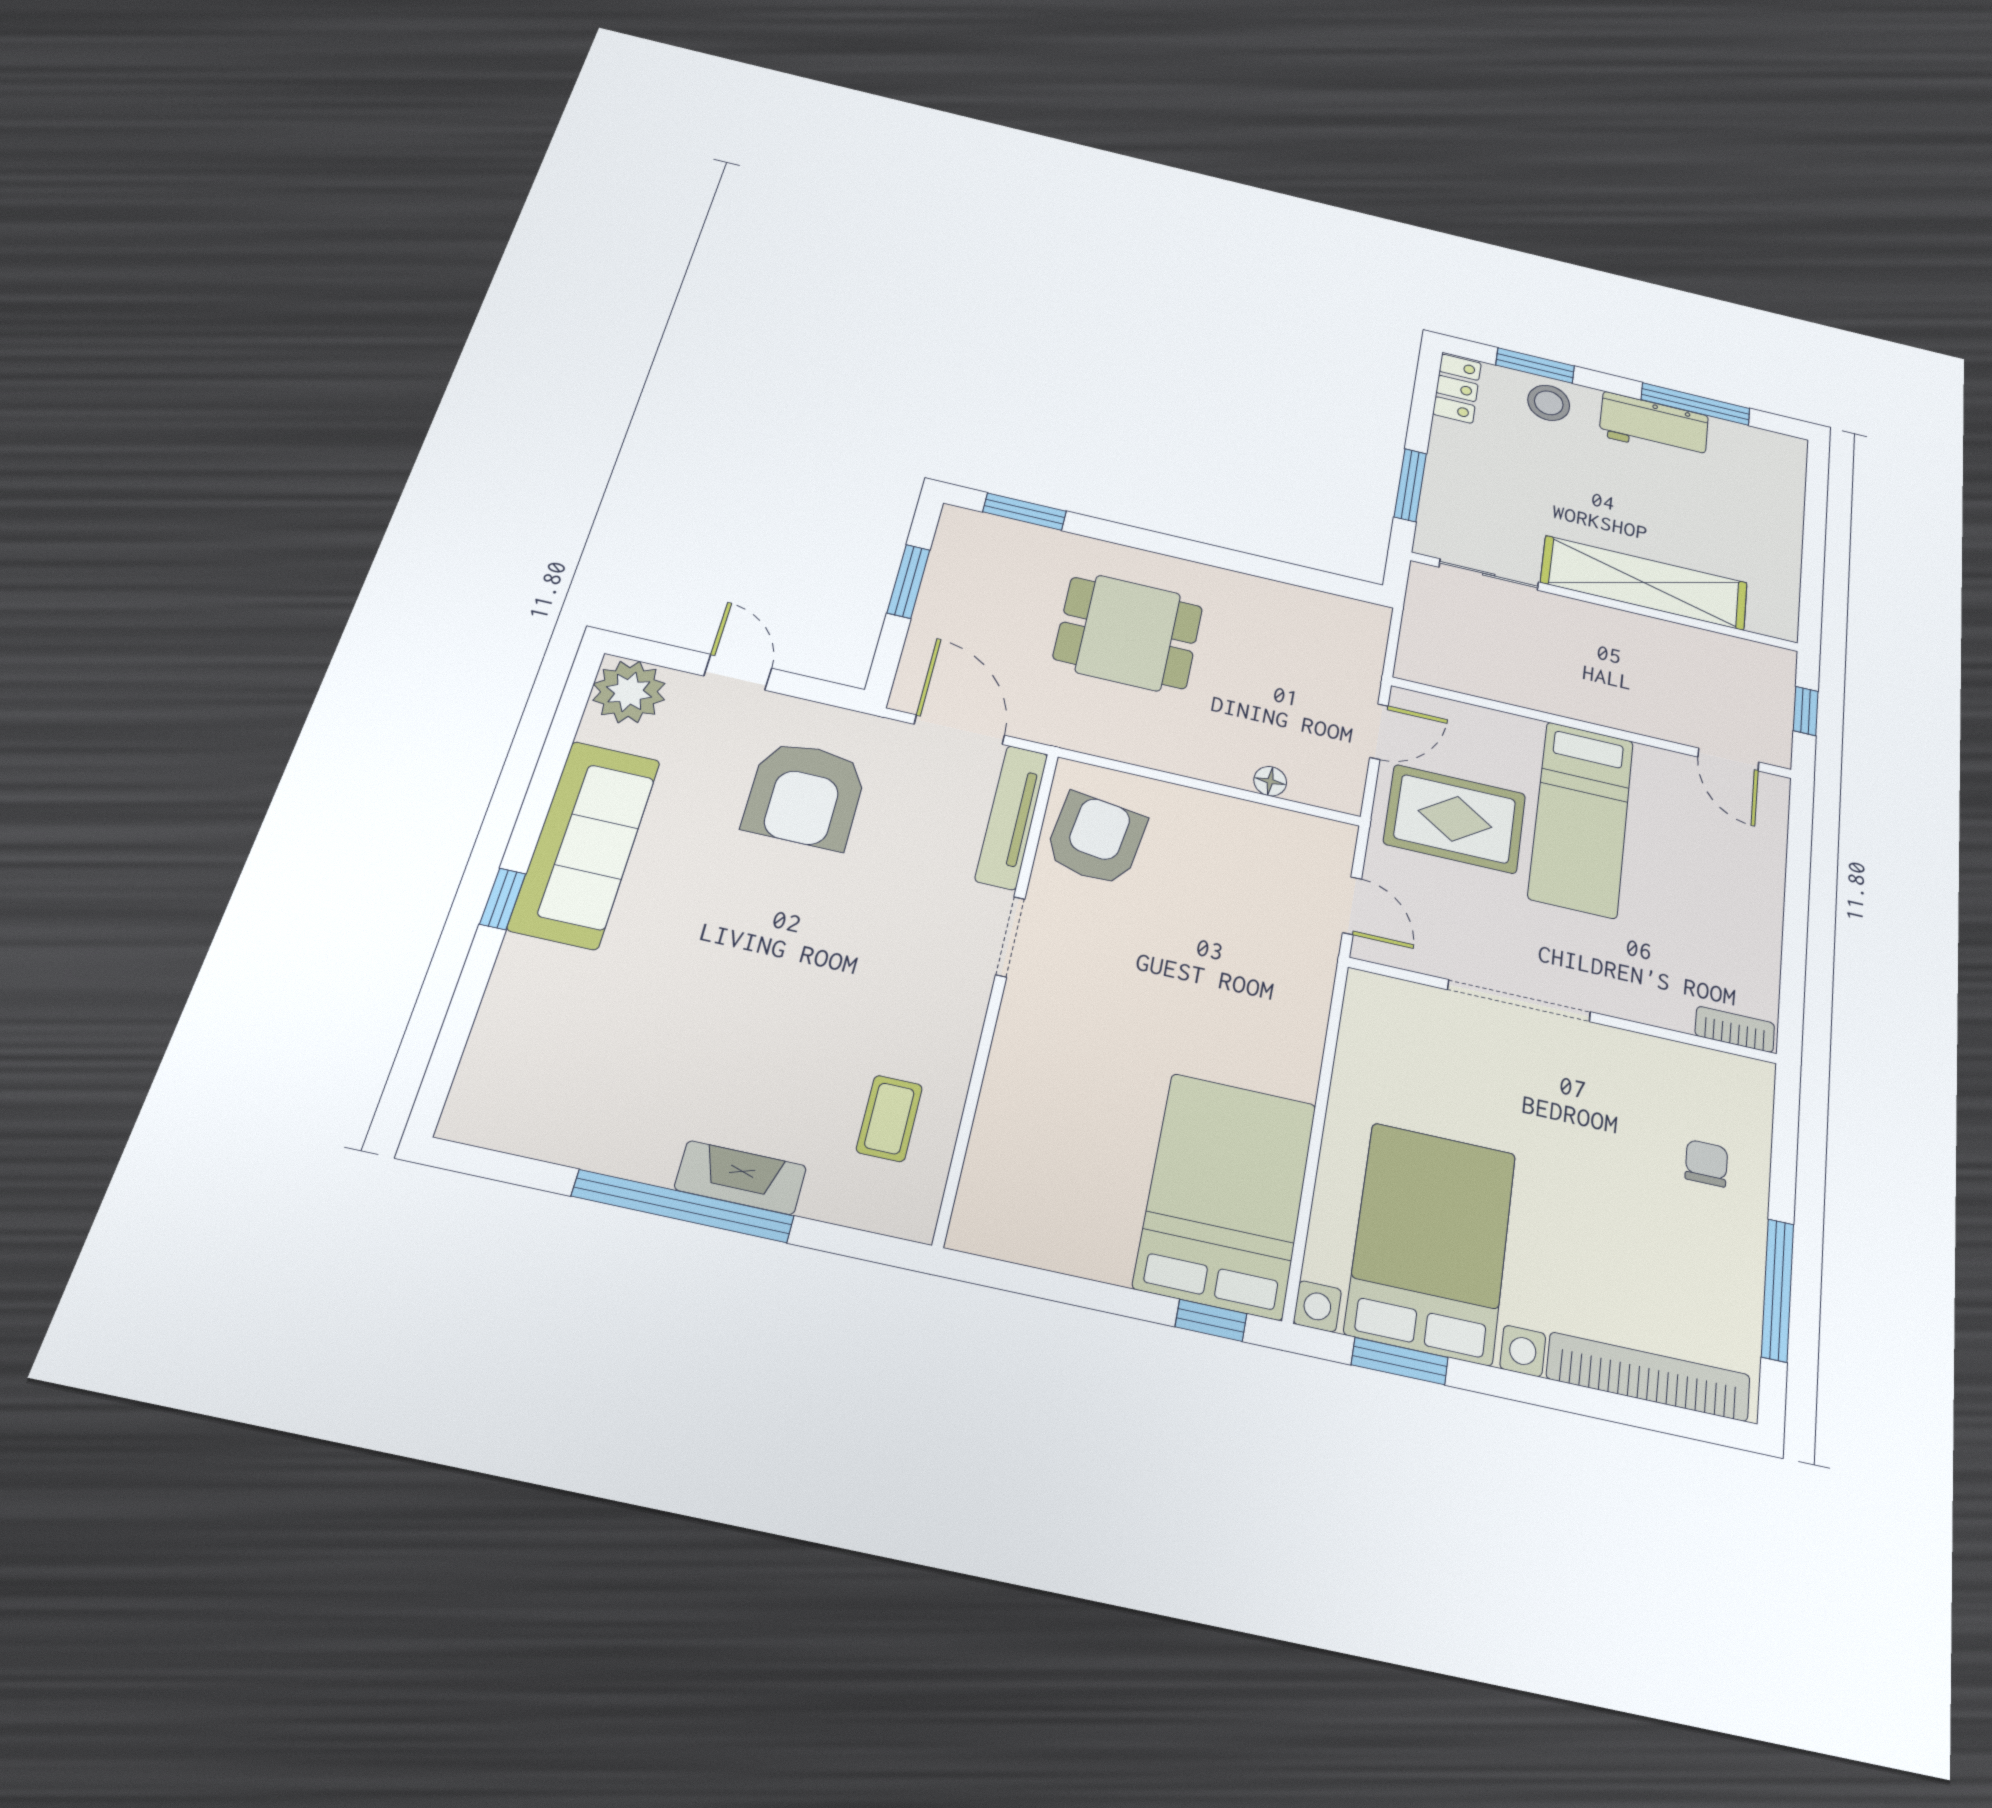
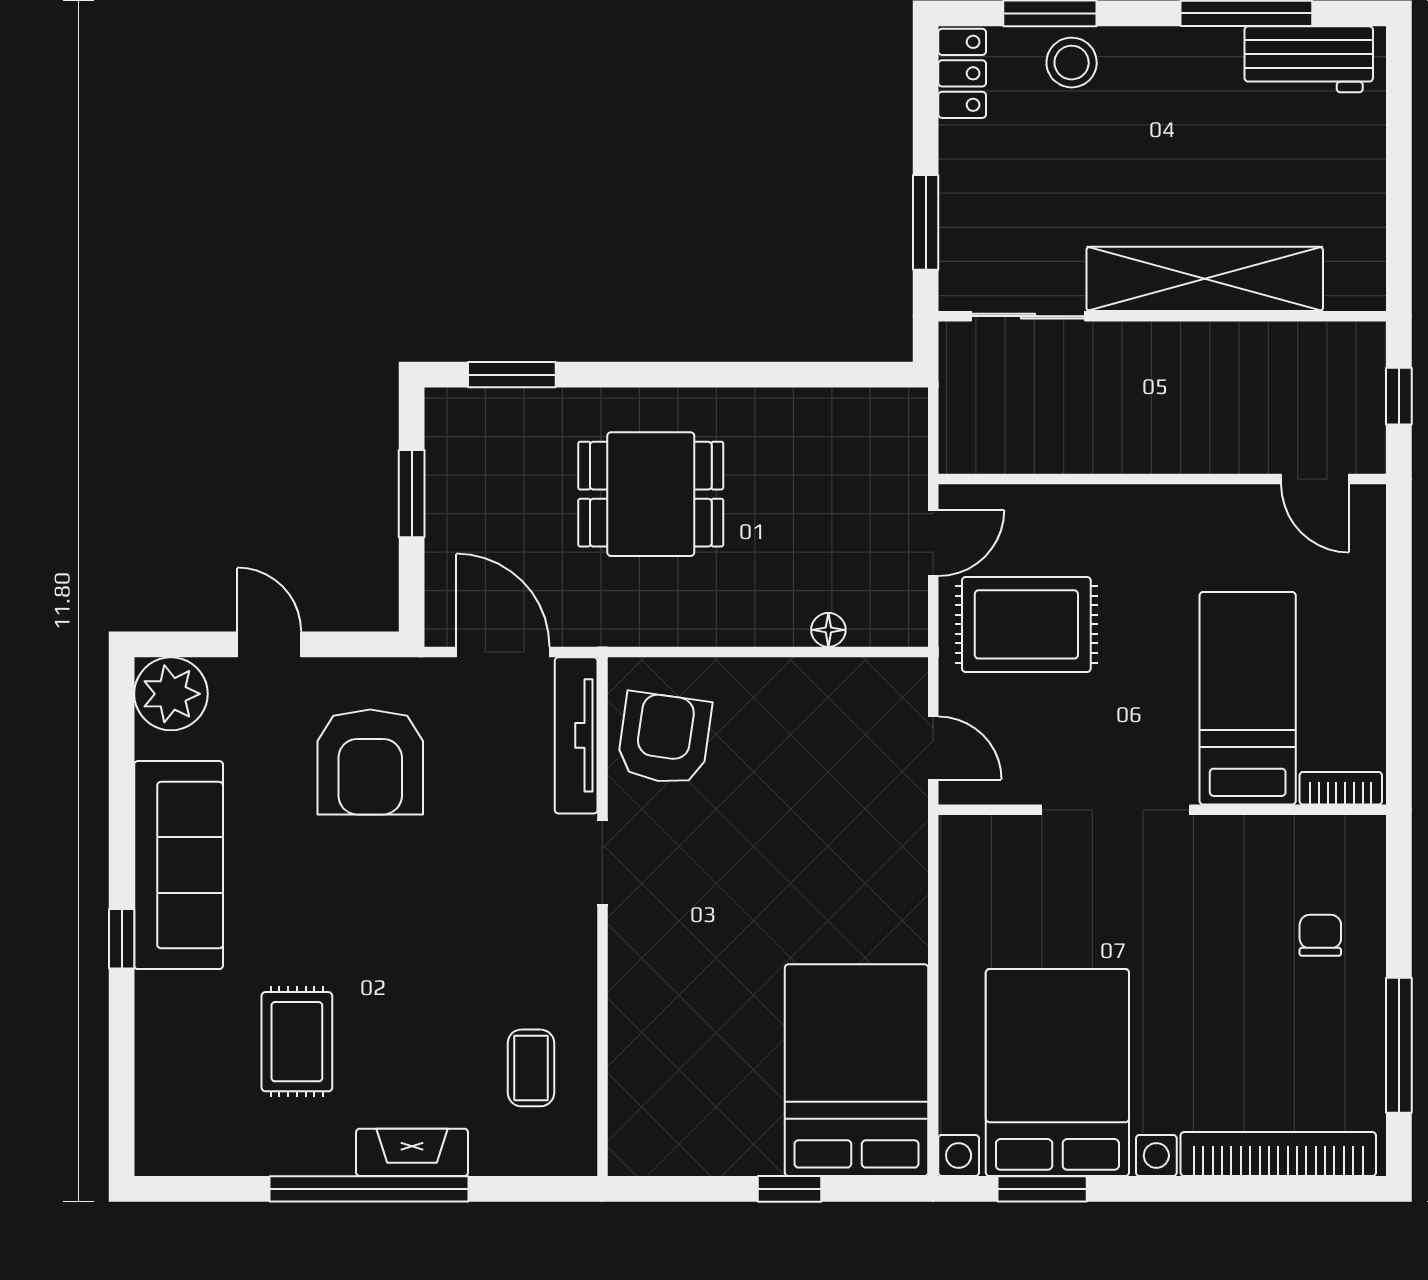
workbench: (1654, 426) -> (1309, 59), moved
bed: (1581, 819) -> (1248, 698), moved, turned 180
rug: (652, 1038) -> (297, 1042), added
window: (1211, 1320) -> (790, 1189), moved

